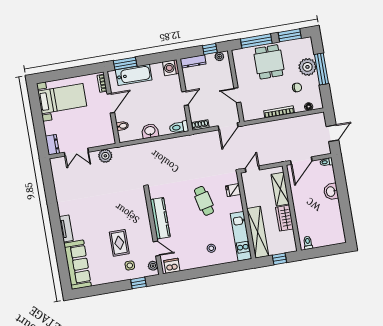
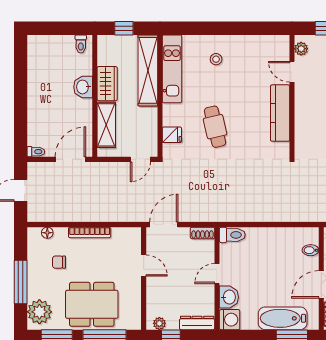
dining table: (269, 62) -> (92, 304), width x1.37
plant: (307, 67) -> (39, 312), moved
washbasin: (150, 131) -> (229, 297), moved, turned -90
washbasin: (331, 192) -> (83, 87), moved, turned 180
dishwasher: (172, 266) -> (275, 44), removed

